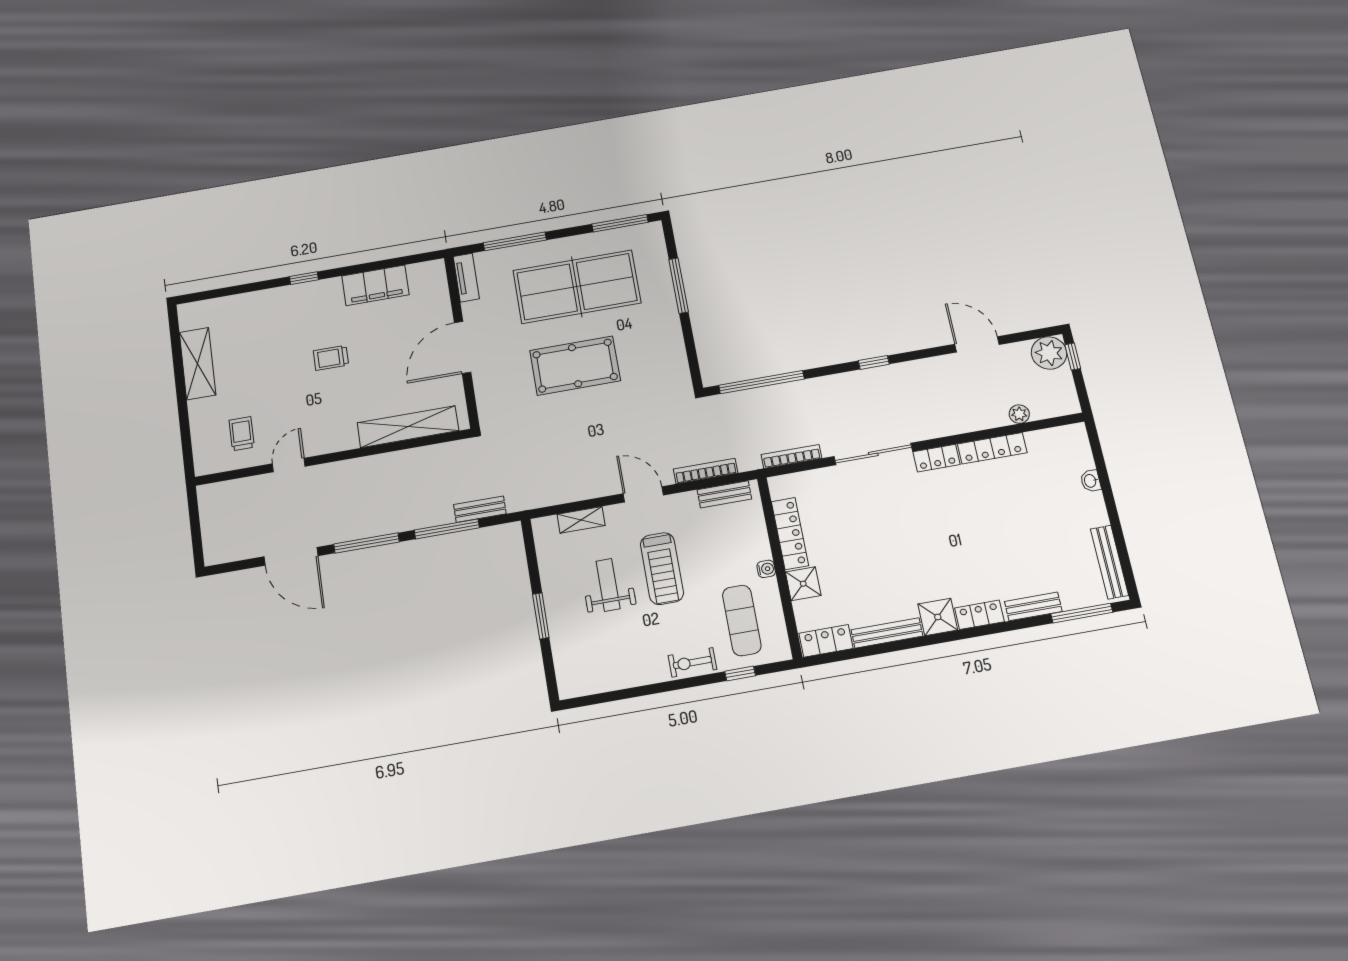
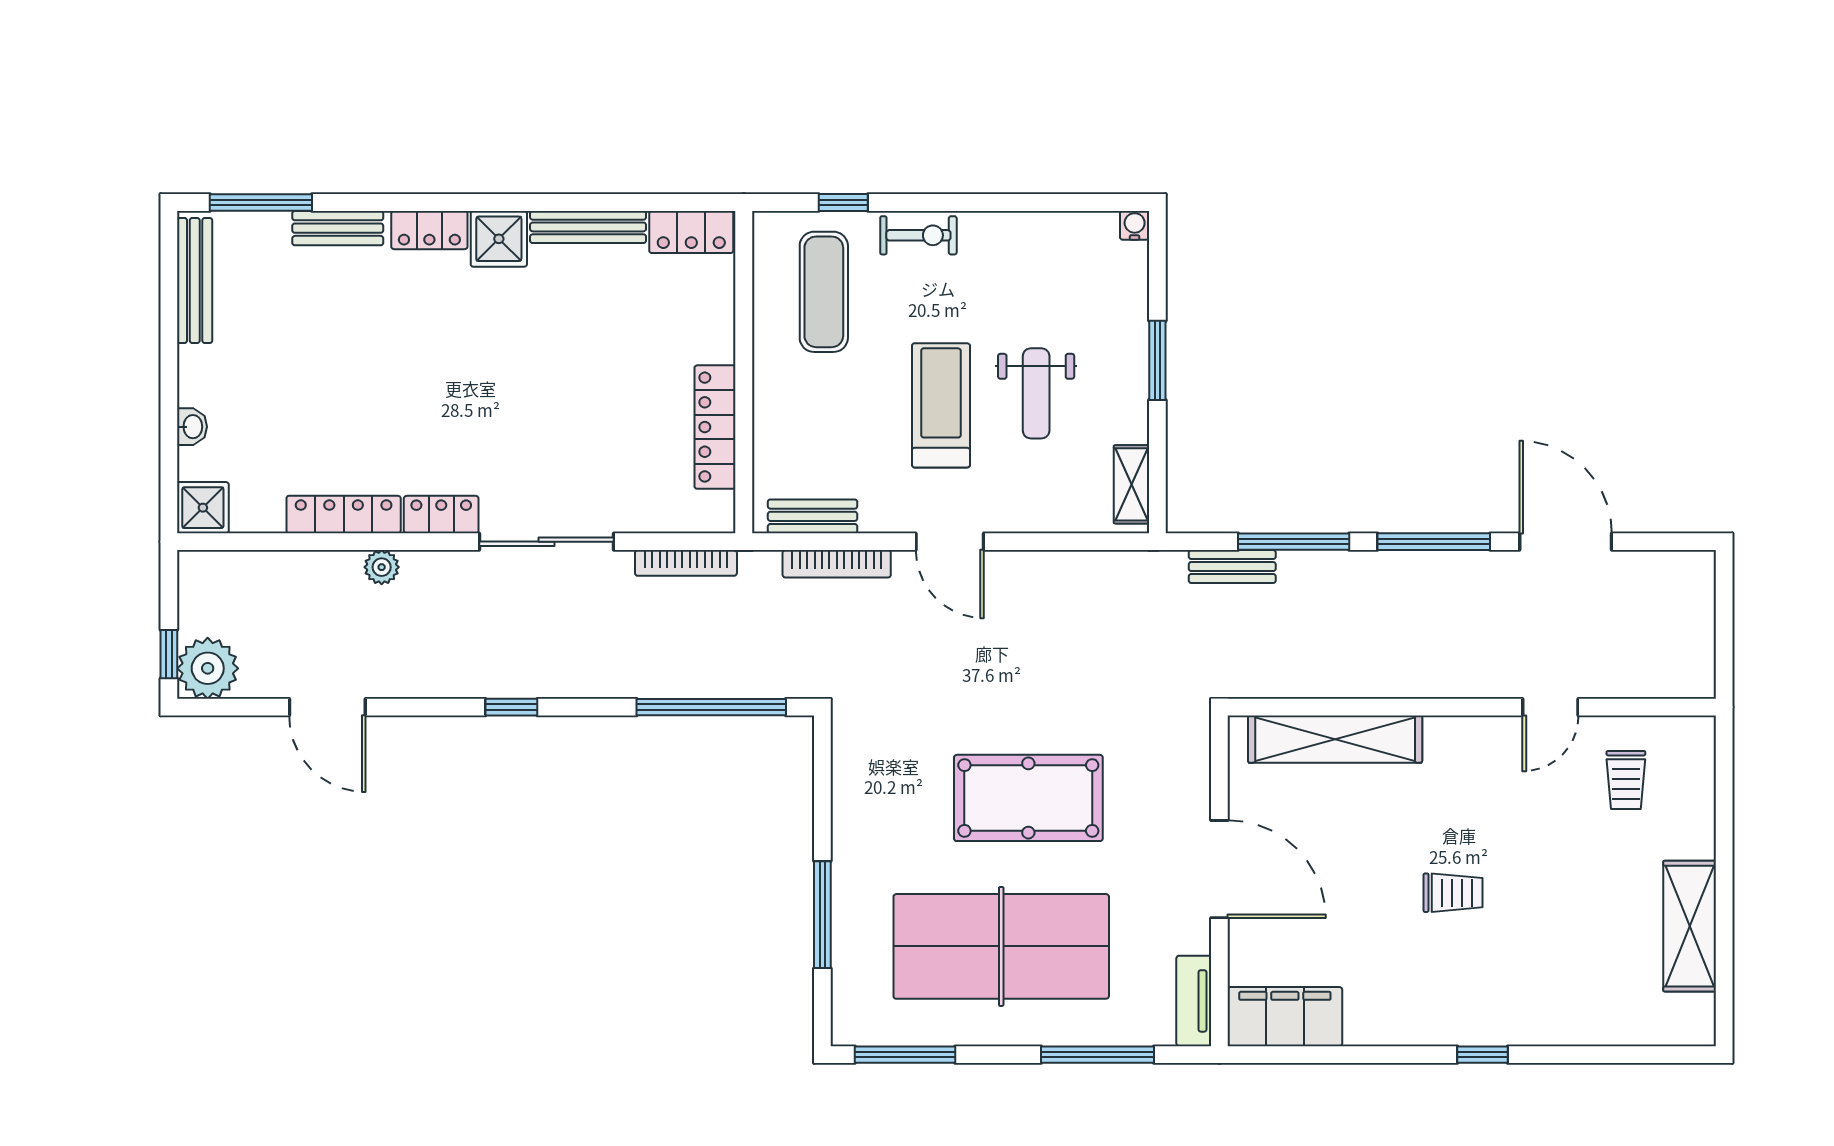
filing cabinet: (375, 285) -> (1285, 1017), moved
door: (463, 347) -> (1219, 869), hinge flipped
plant: (1019, 414) -> (382, 567), moved
shelving: (581, 520) -> (1131, 484), moved, turned 90
water cooler: (766, 569) -> (1135, 225), moved, turned 90
shower: (803, 584) -> (203, 508), moved

